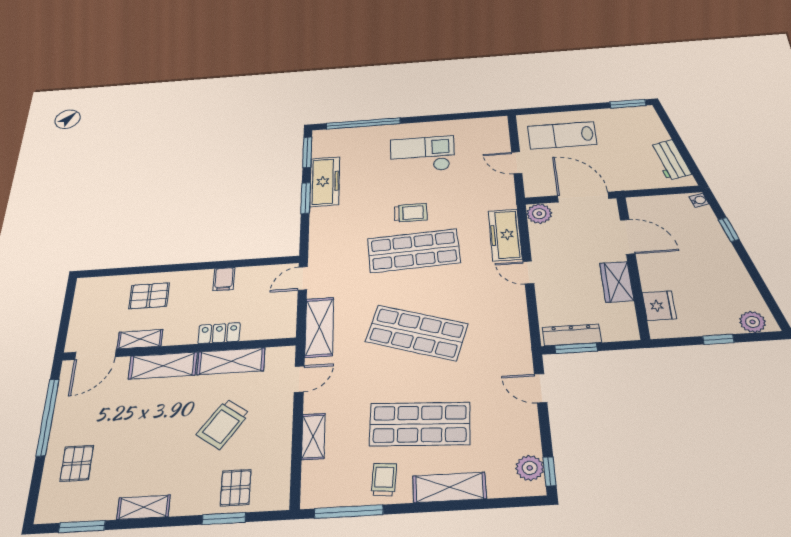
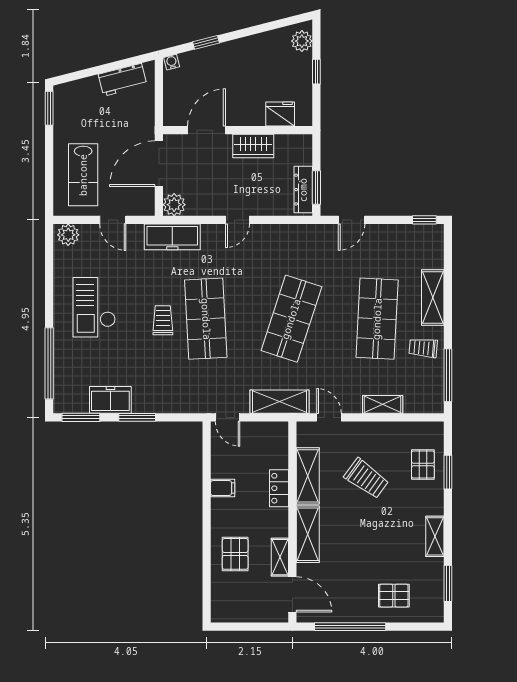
door: (517, 163) -> (113, 220), hinge flipped
freezer: (325, 181) -> (110, 400), width x0.71
freezer: (505, 235) -> (172, 237), moved
plant: (530, 468) -> (68, 235), moved
pallet: (236, 488) -> (423, 465), turned 90

